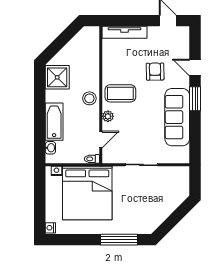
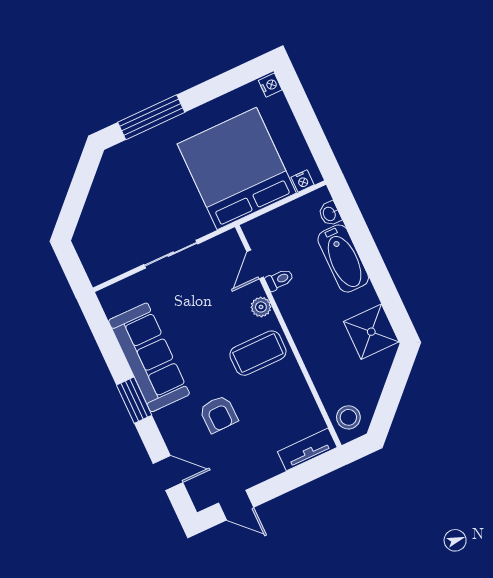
tv unit: (124, 32) -> (307, 449), width x0.71
door: (195, 68) -> (168, 473), moved
stool: (89, 98) -> (348, 417), moved
toilet: (92, 159) -> (279, 280), moved

